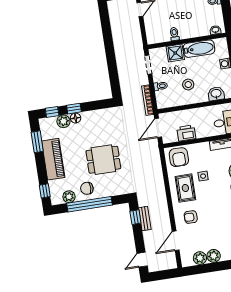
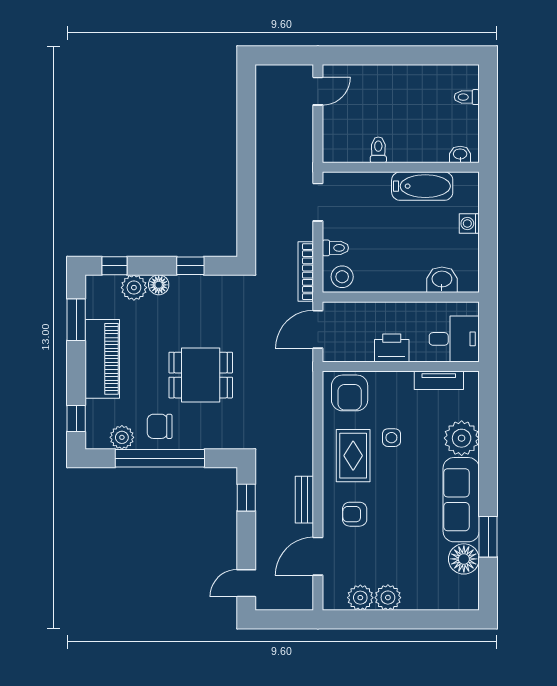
shower: (175, 53) -> (374, 187), removed
stool: (188, 85) -> (342, 277), moved
window: (74, 109) -> (190, 266), moved
printer: (186, 133) -> (392, 348), moved
bench: (145, 219) -> (304, 500), moved

